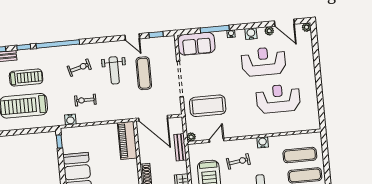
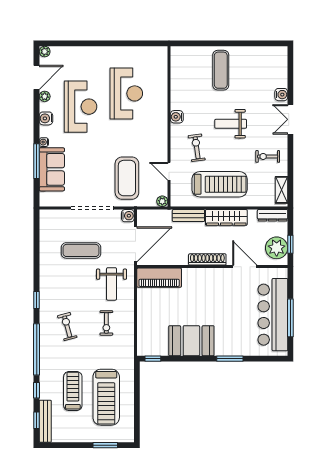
window: (156, 35) -> (37, 300), moved
door: (132, 37) -> (37, 260), removed
sofa: (197, 44) -> (52, 169), moved
reception desk: (264, 61) -> (81, 107), turned 180
weight bench: (114, 70) -> (112, 284), moved, turned 90
reception desk: (278, 99) -> (126, 93), turned 180
water cooler: (70, 120) -> (128, 216), moved
bench: (180, 147) -> (188, 216), moved
exercise mat: (300, 155) -> (196, 74), removed

